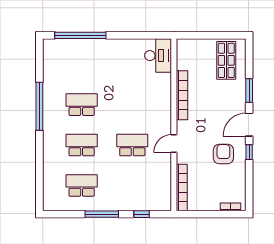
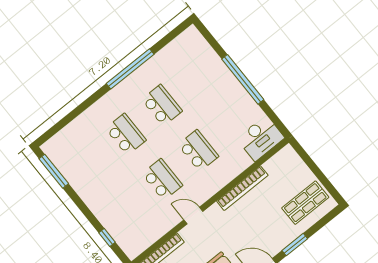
window: (80, 35) -> (243, 79), moved
school desk: (82, 185) -> (198, 151), moved
window: (102, 214) -> (54, 171), moved

